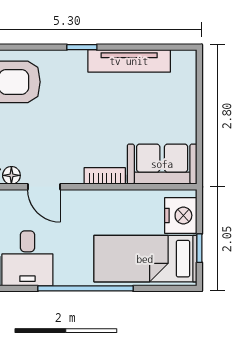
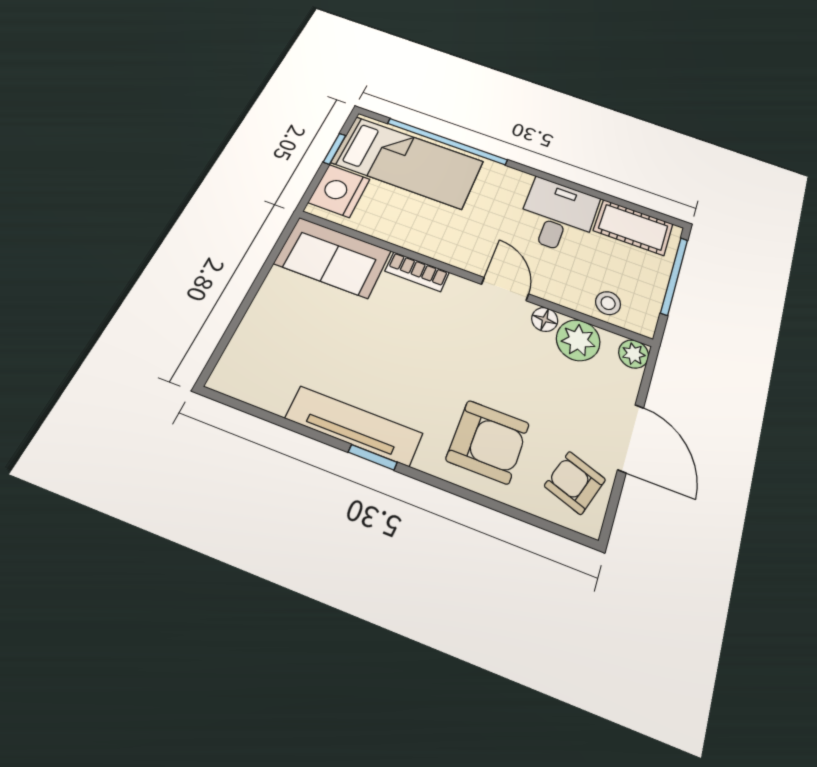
tv unit: (129, 61) -> (354, 426), moved
window: (85, 288) -> (447, 142), moved

